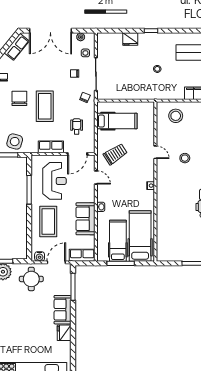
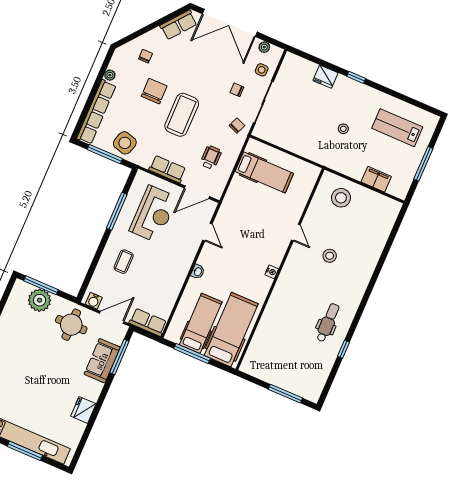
trolley: (115, 154) -> (244, 213), removed
sofa: (85, 219) -> (172, 278), removed
coffee table: (48, 221) -> (124, 262), width x0.54, depth x0.58
sofa: (63, 310) -> (102, 361), moved

